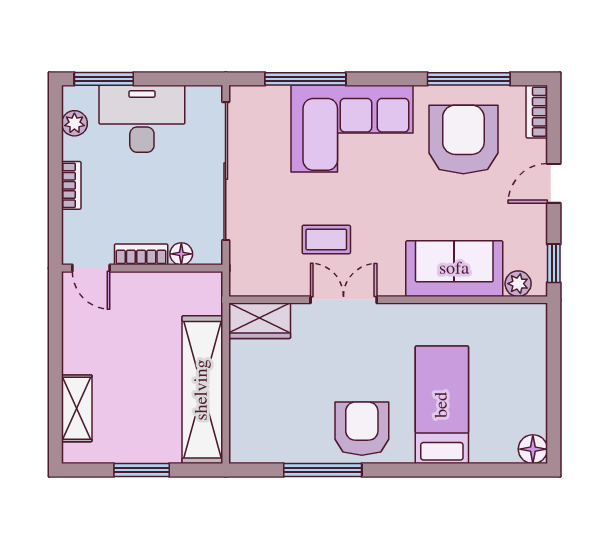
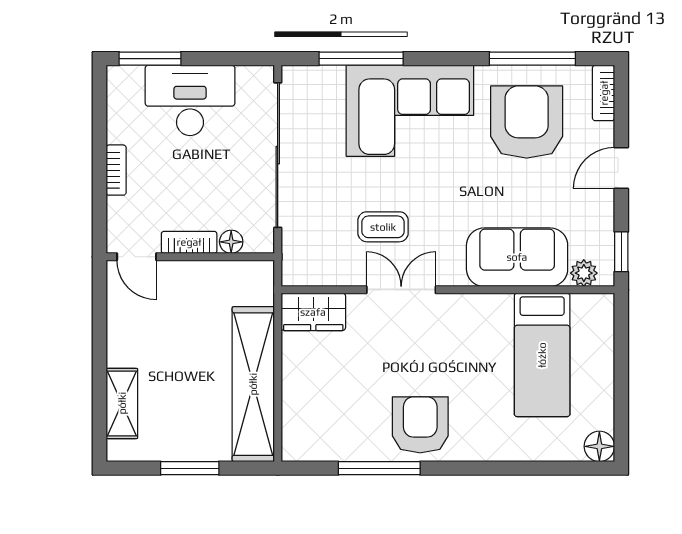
plant: (74, 123) -> (119, 105), removed
bed: (442, 405) -> (542, 355), moved, turned 180

